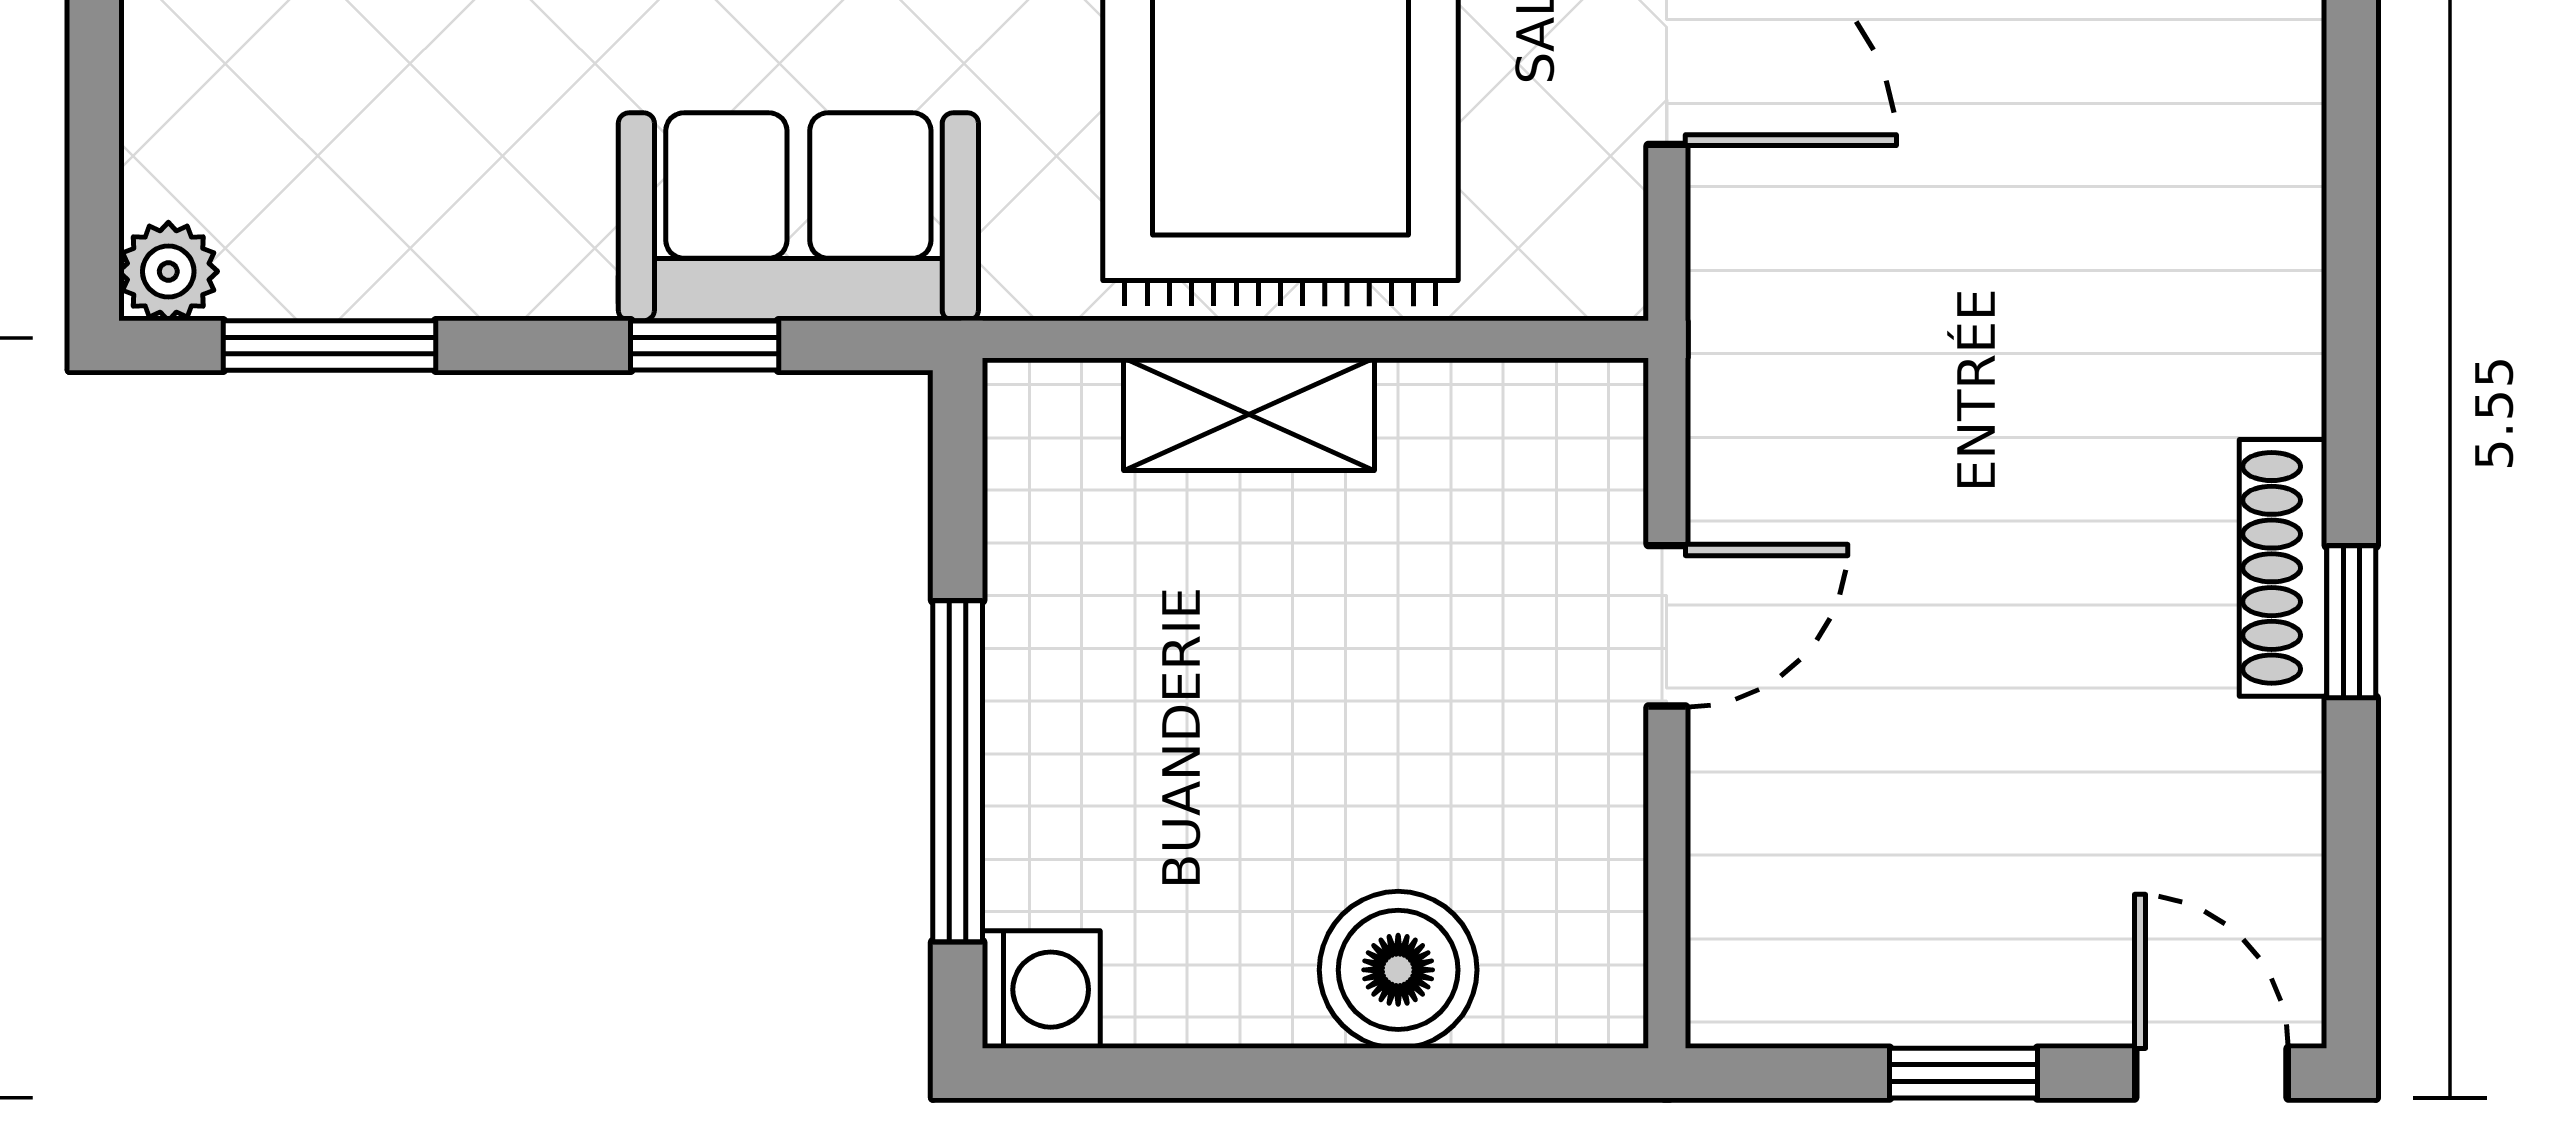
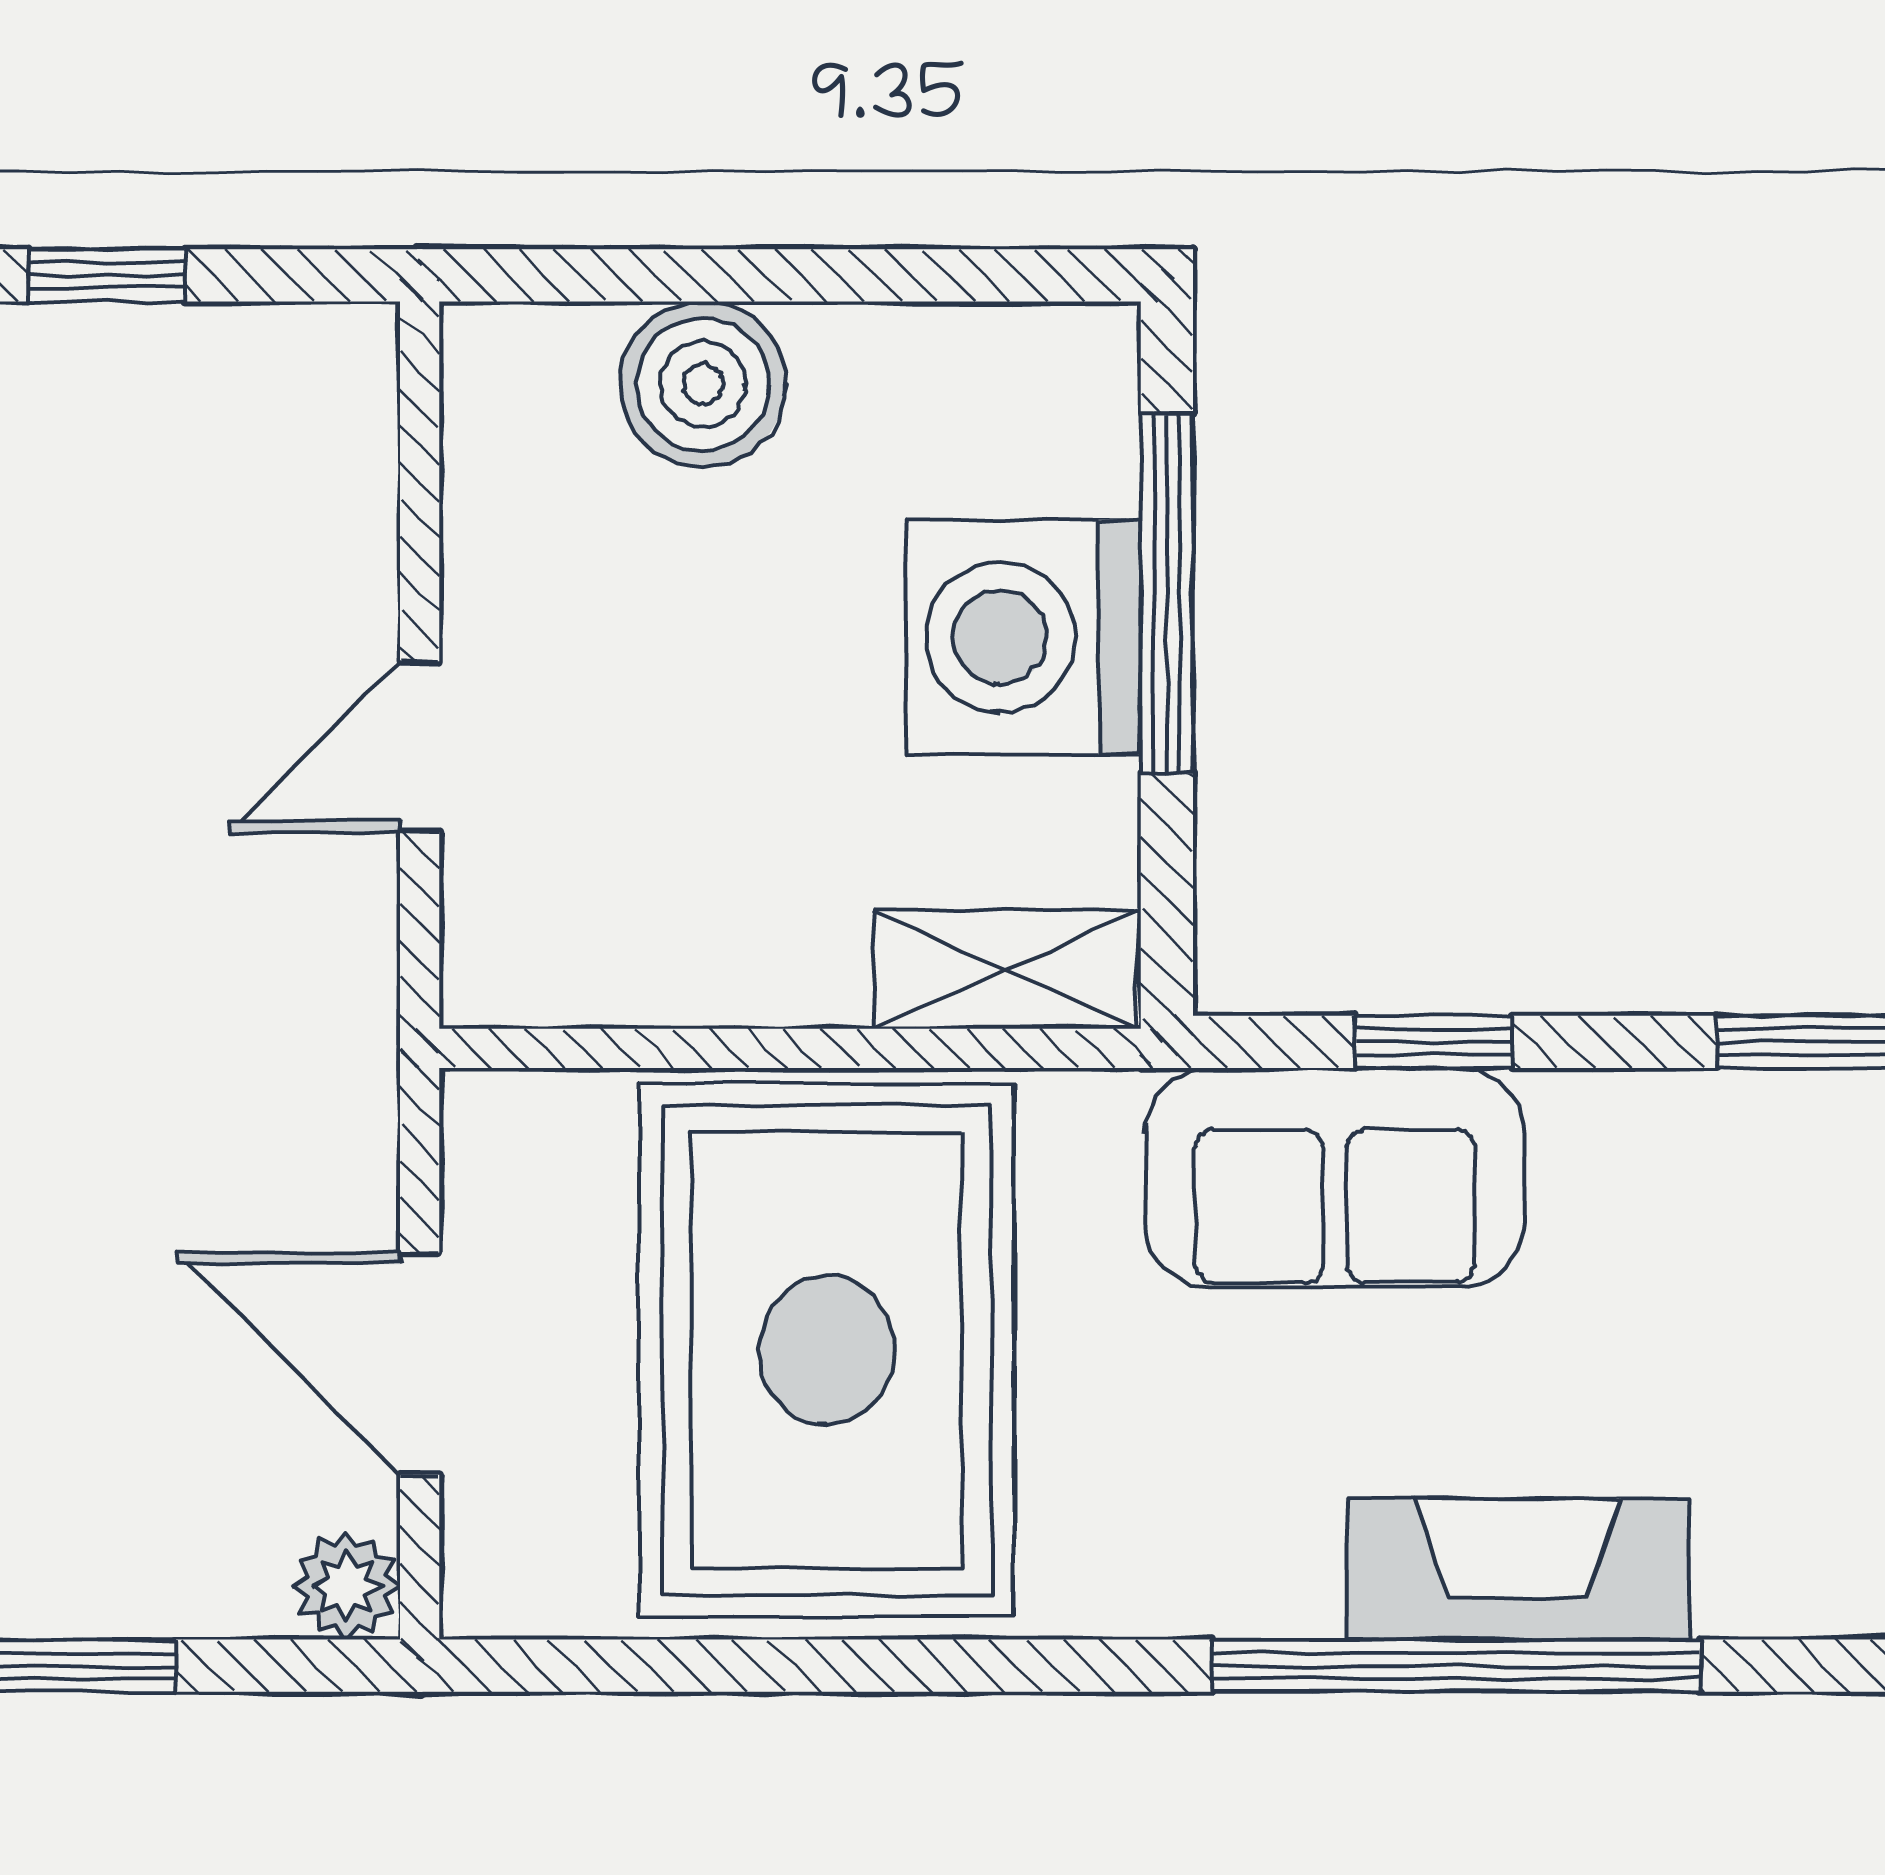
shelving: (1249, 414) -> (1005, 970), moved
washing machine: (1041, 990) -> (1024, 637), moved, width x1.89, depth x1.89

